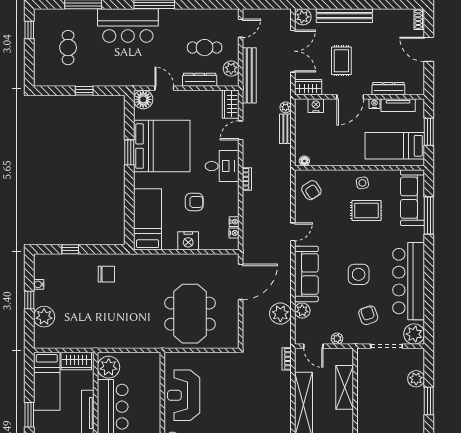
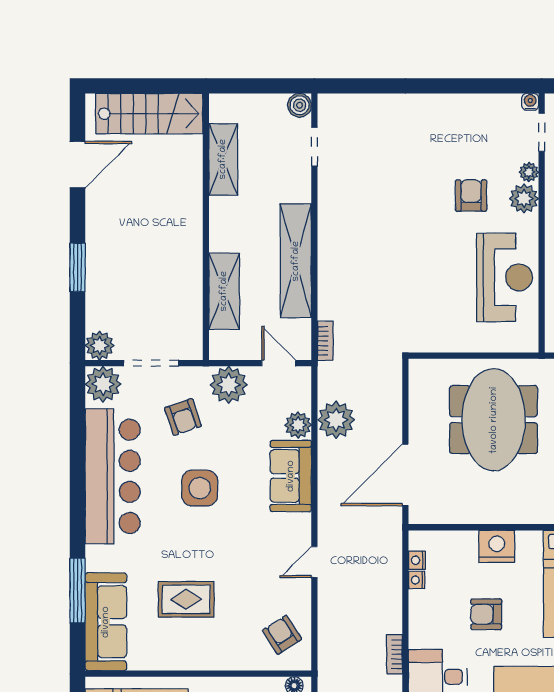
side table: (362, 183) -> (193, 647), removed
sofa: (306, 274) -> (291, 476), width x0.73
plant: (337, 339) -> (229, 385), width x1.88, depth x1.88
plant: (416, 379) -> (100, 346), moved

